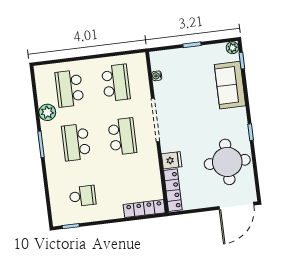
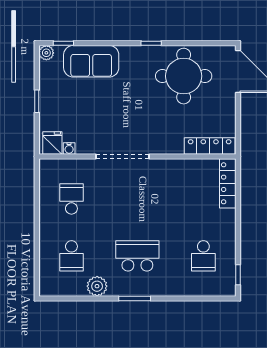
school desk: (116, 83) -> (71, 199), width x0.54
school desk: (69, 88) -> (71, 256), width x0.54
school desk: (122, 137) -> (137, 199), removed
school desk: (76, 142) -> (137, 256), turned 180
fridge: (172, 160) -> (52, 143), moved
school desk: (83, 196) -> (203, 256), turned 180

